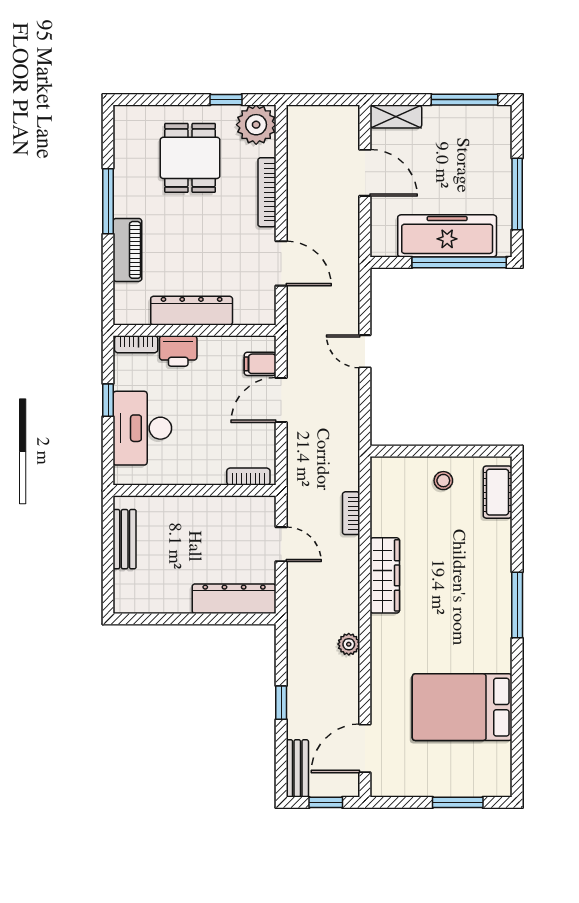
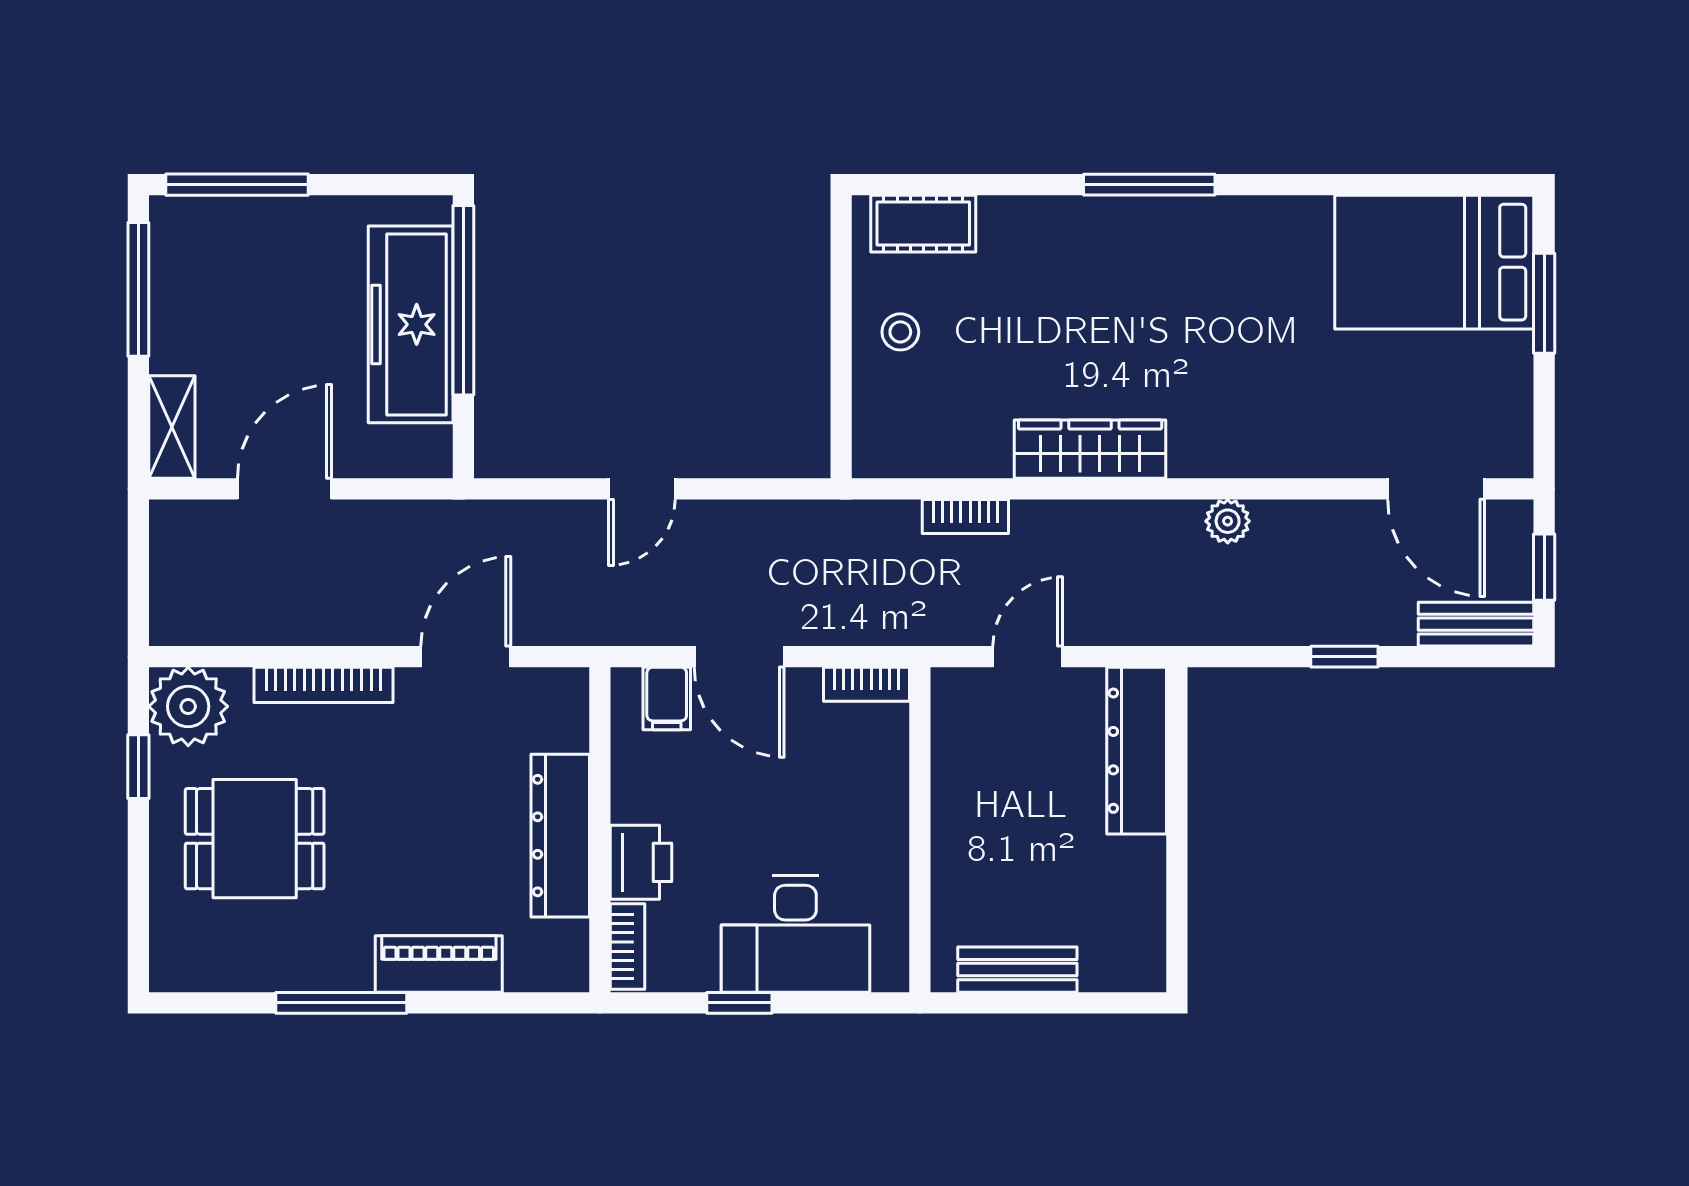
window: (517, 194) -> (237, 185), moved
bookcase: (248, 477) -> (866, 684), moved, turned -90
bed: (462, 707) -> (1434, 262), moved, turned 90

